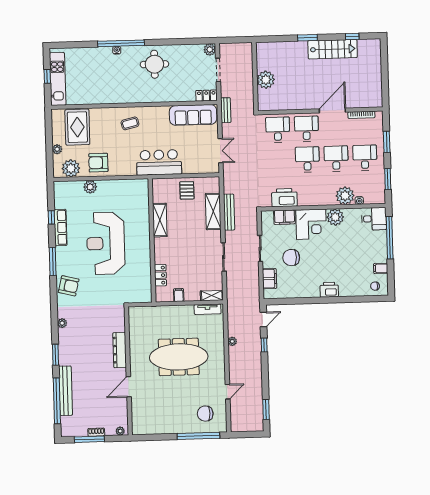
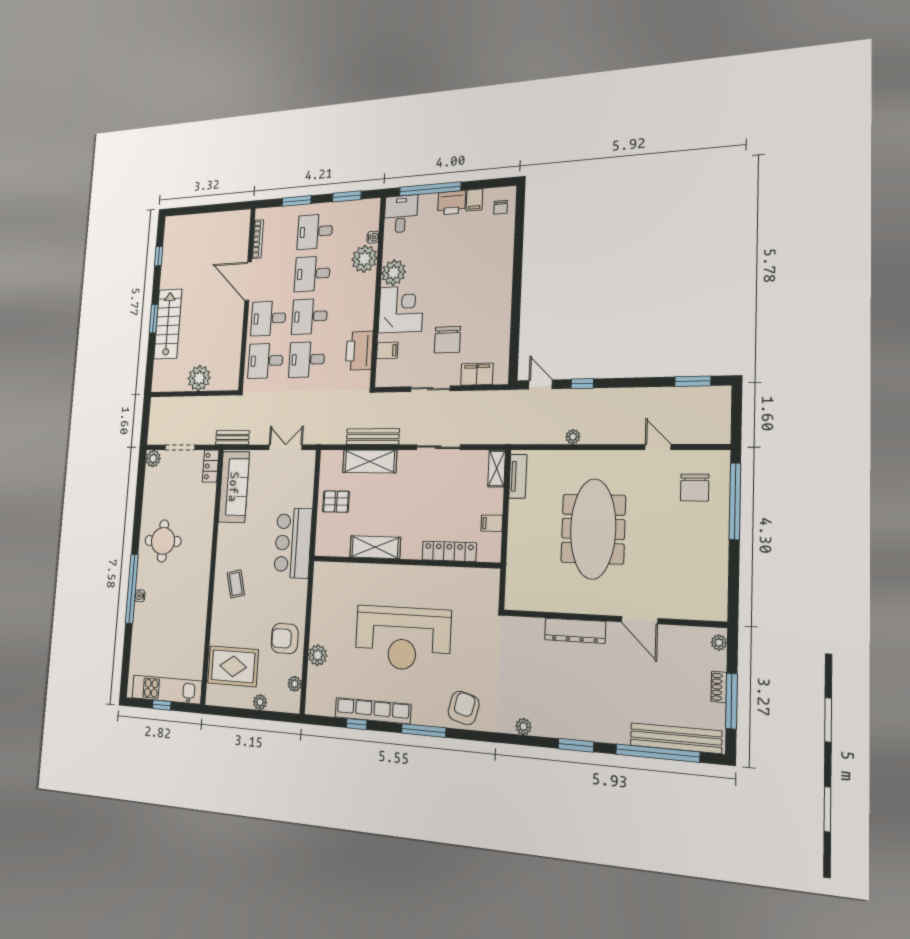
stairs: (333, 49) -> (168, 324), moved
desk: (279, 160) -> (307, 359), added
armchair: (98, 163) -> (285, 639), turned 90
plant: (71, 168) -> (295, 684), width x0.53, depth x0.53
filing cabinet: (284, 217) -> (387, 350), width x0.50
row of seats: (60, 227) -> (373, 711), width x1.36
locker: (160, 275) -> (449, 551), width x1.53
printer: (329, 290) -> (452, 203), moved, turned -90
bench: (66, 391) -> (676, 738), moved

